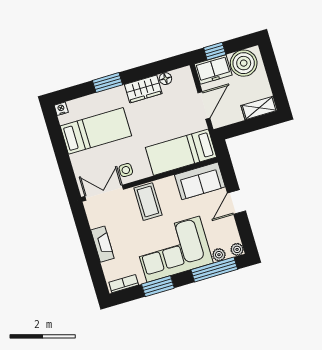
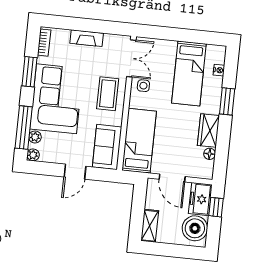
nightstand: (61, 109) -> (219, 70), moved
coffee table: (148, 202) -> (108, 94), turned 90
door: (237, 202) -> (75, 172), swing flipped

